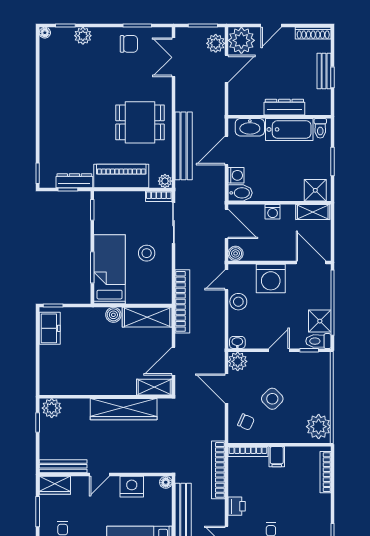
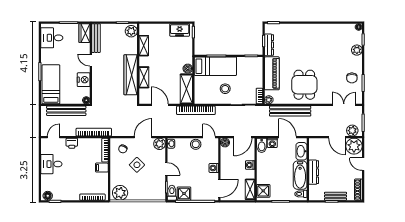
washing machine: (271, 279) -> (214, 168), width x0.53, depth x0.53
shelving: (75, 387) -> (144, 46), added
shelving: (154, 387) -> (144, 77), moved

